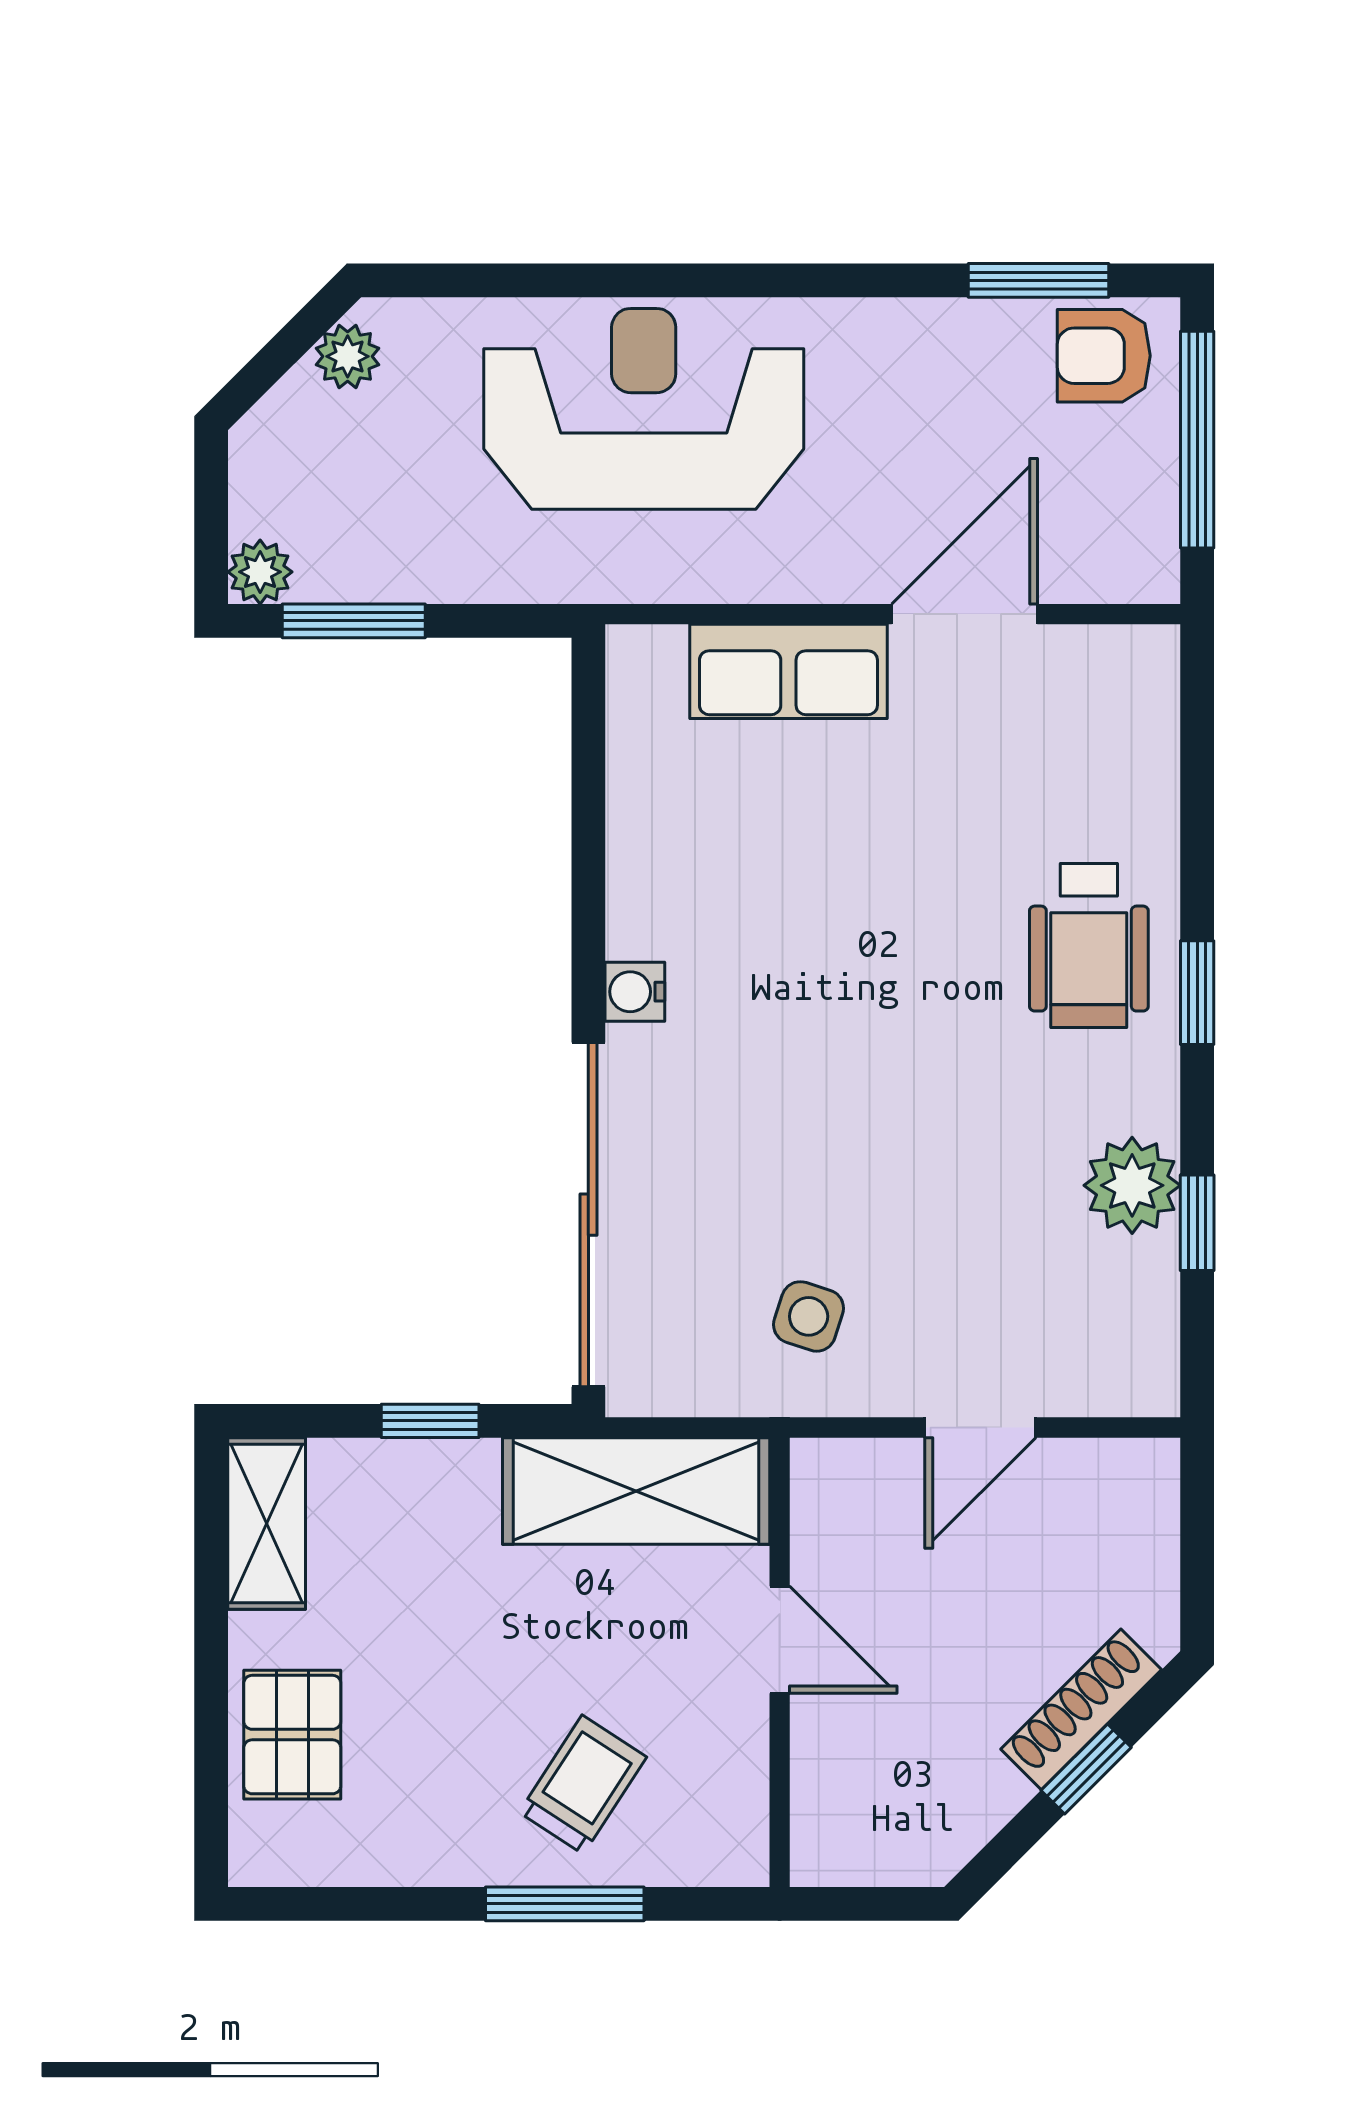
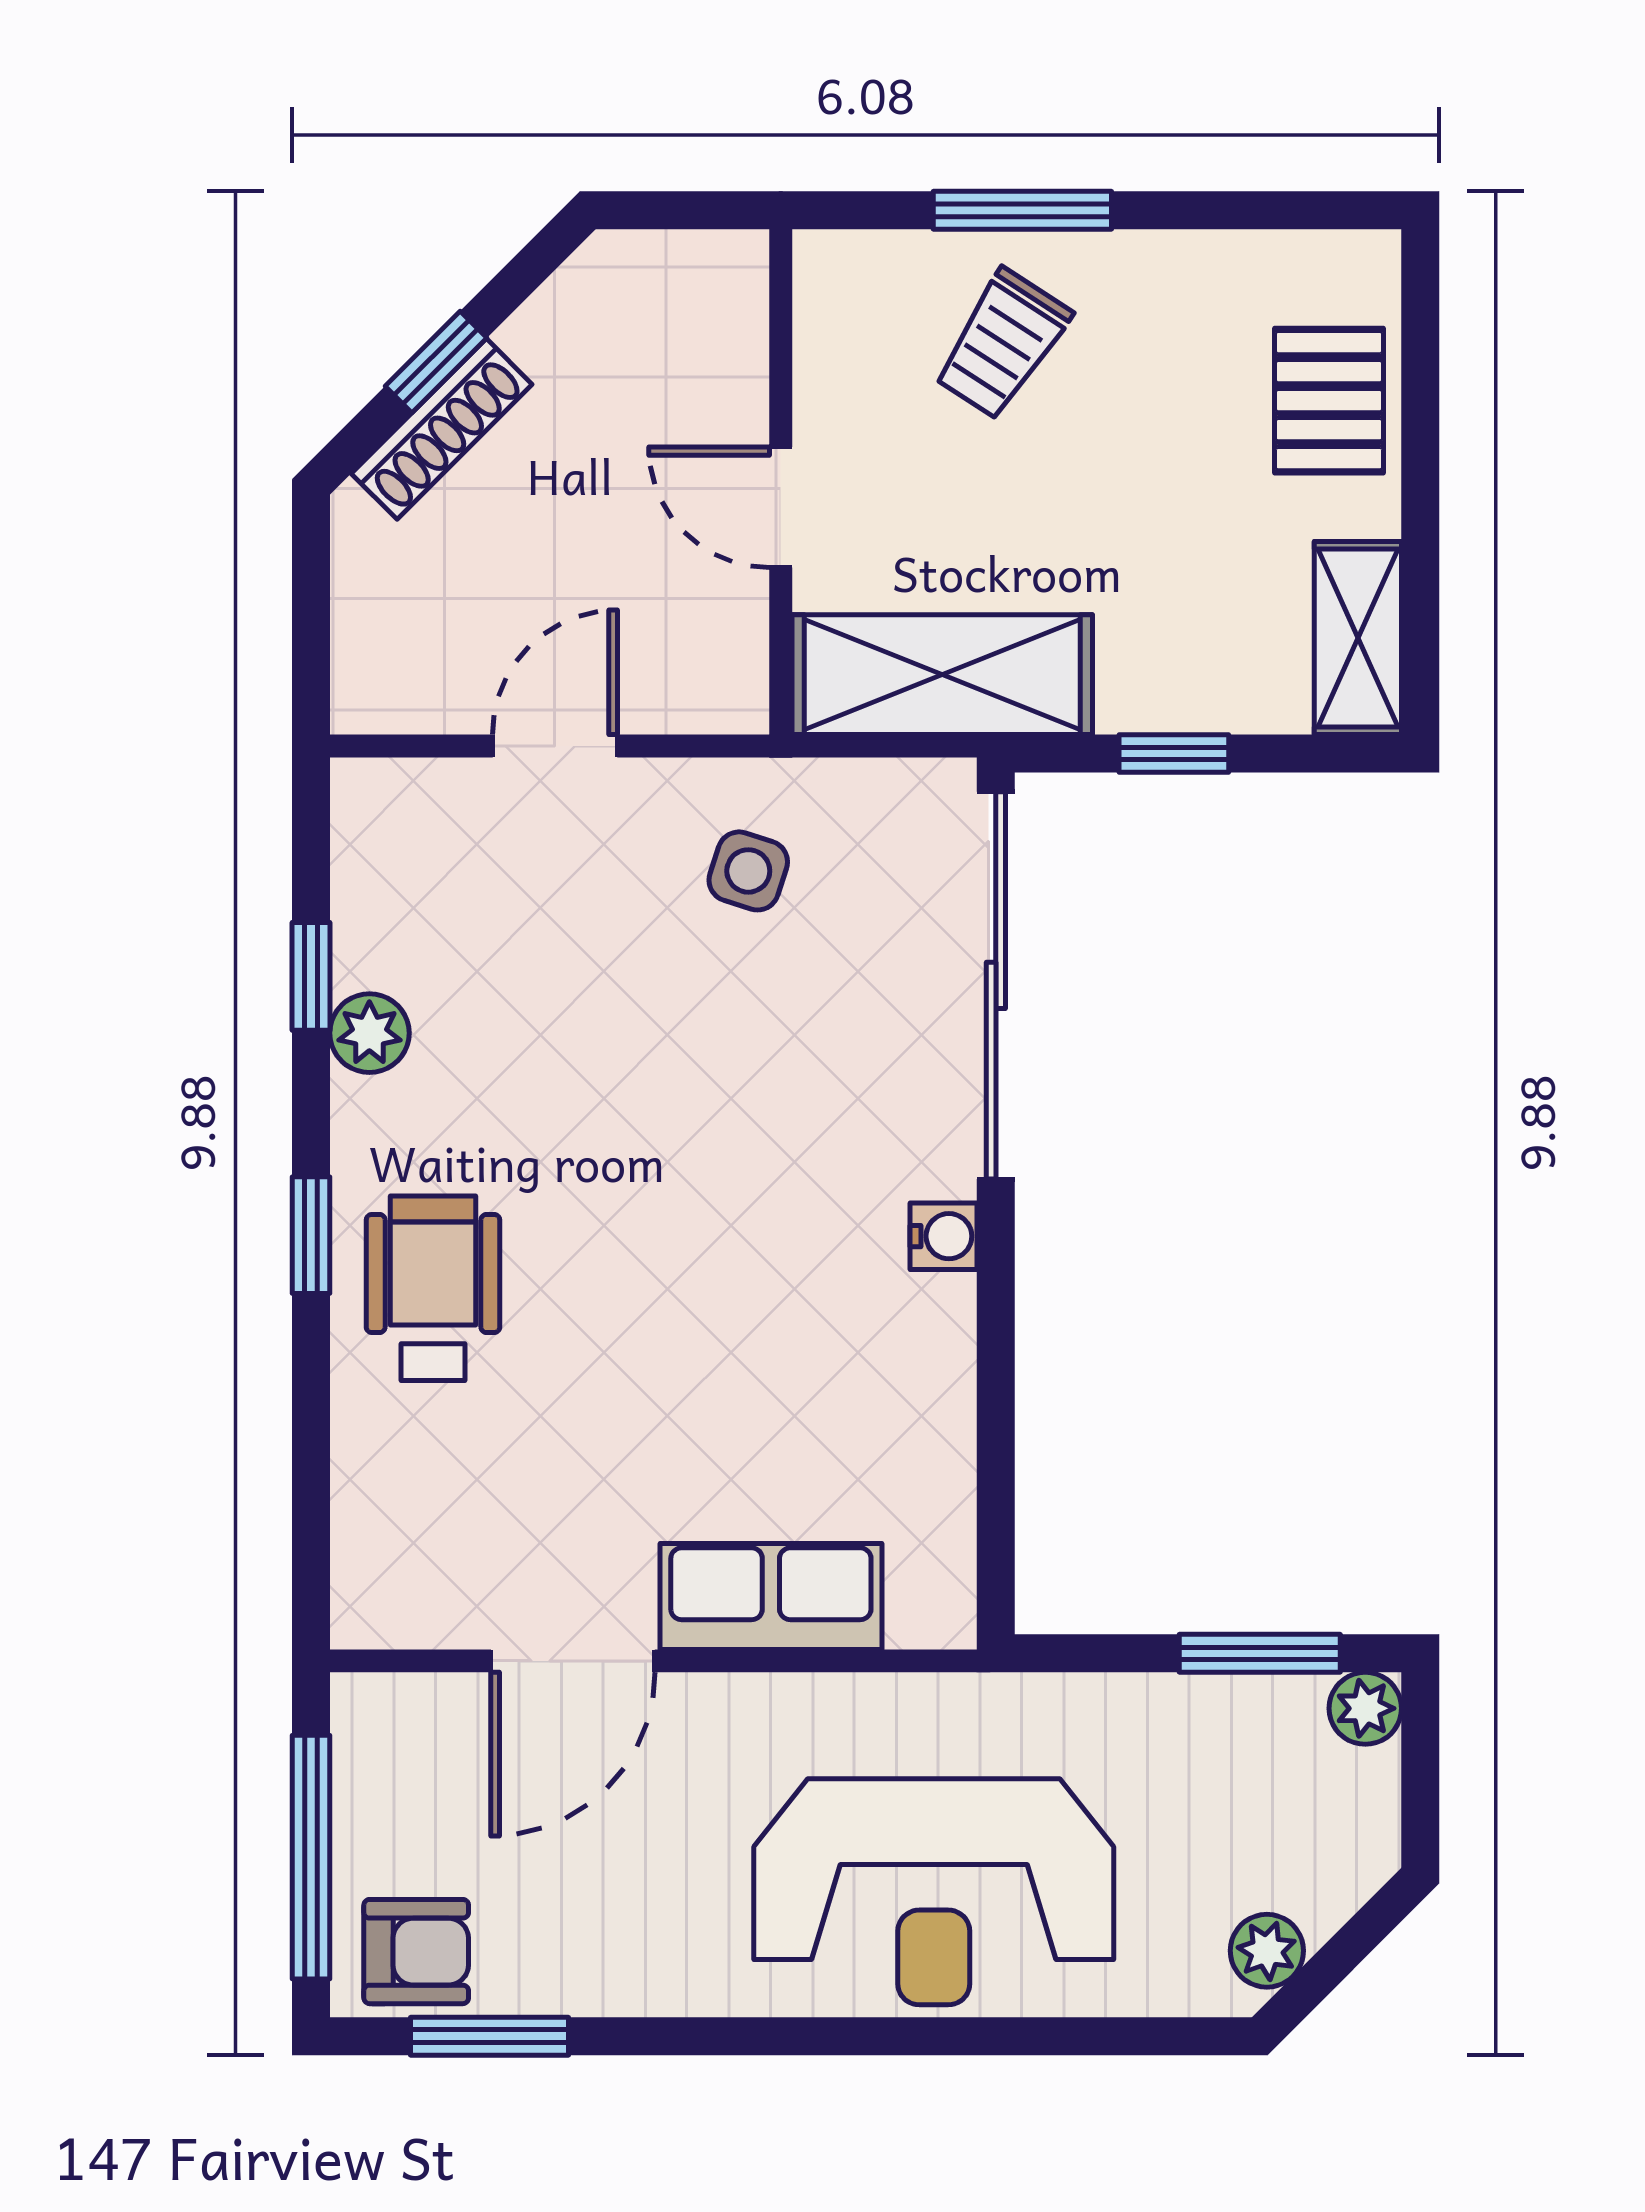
plant: (1132, 1185) -> (369, 1033), width x0.73, depth x0.73

